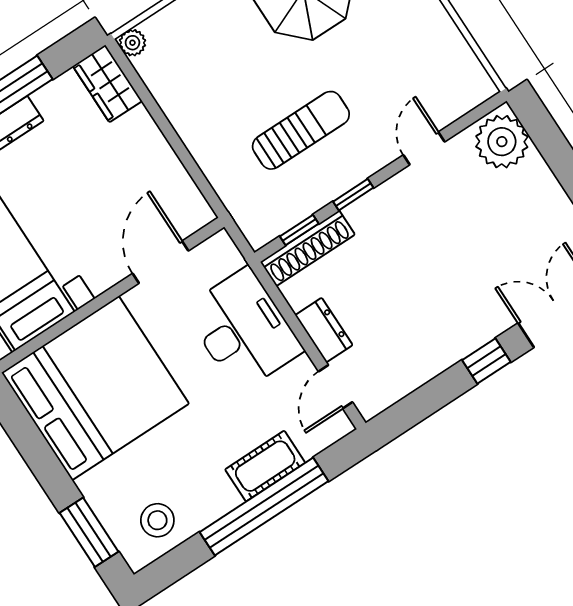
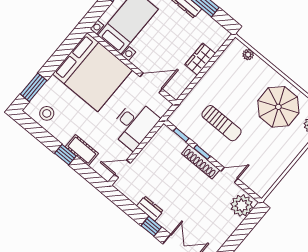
plant: (132, 43) -> (248, 55), moved
wardrobe: (107, 84) -> (200, 59), moved
shoe rack: (308, 248) -> (201, 162), moved
dresser: (324, 330) -> (150, 209), moved, turned -90
window: (264, 507) -> (65, 155), width x0.32

